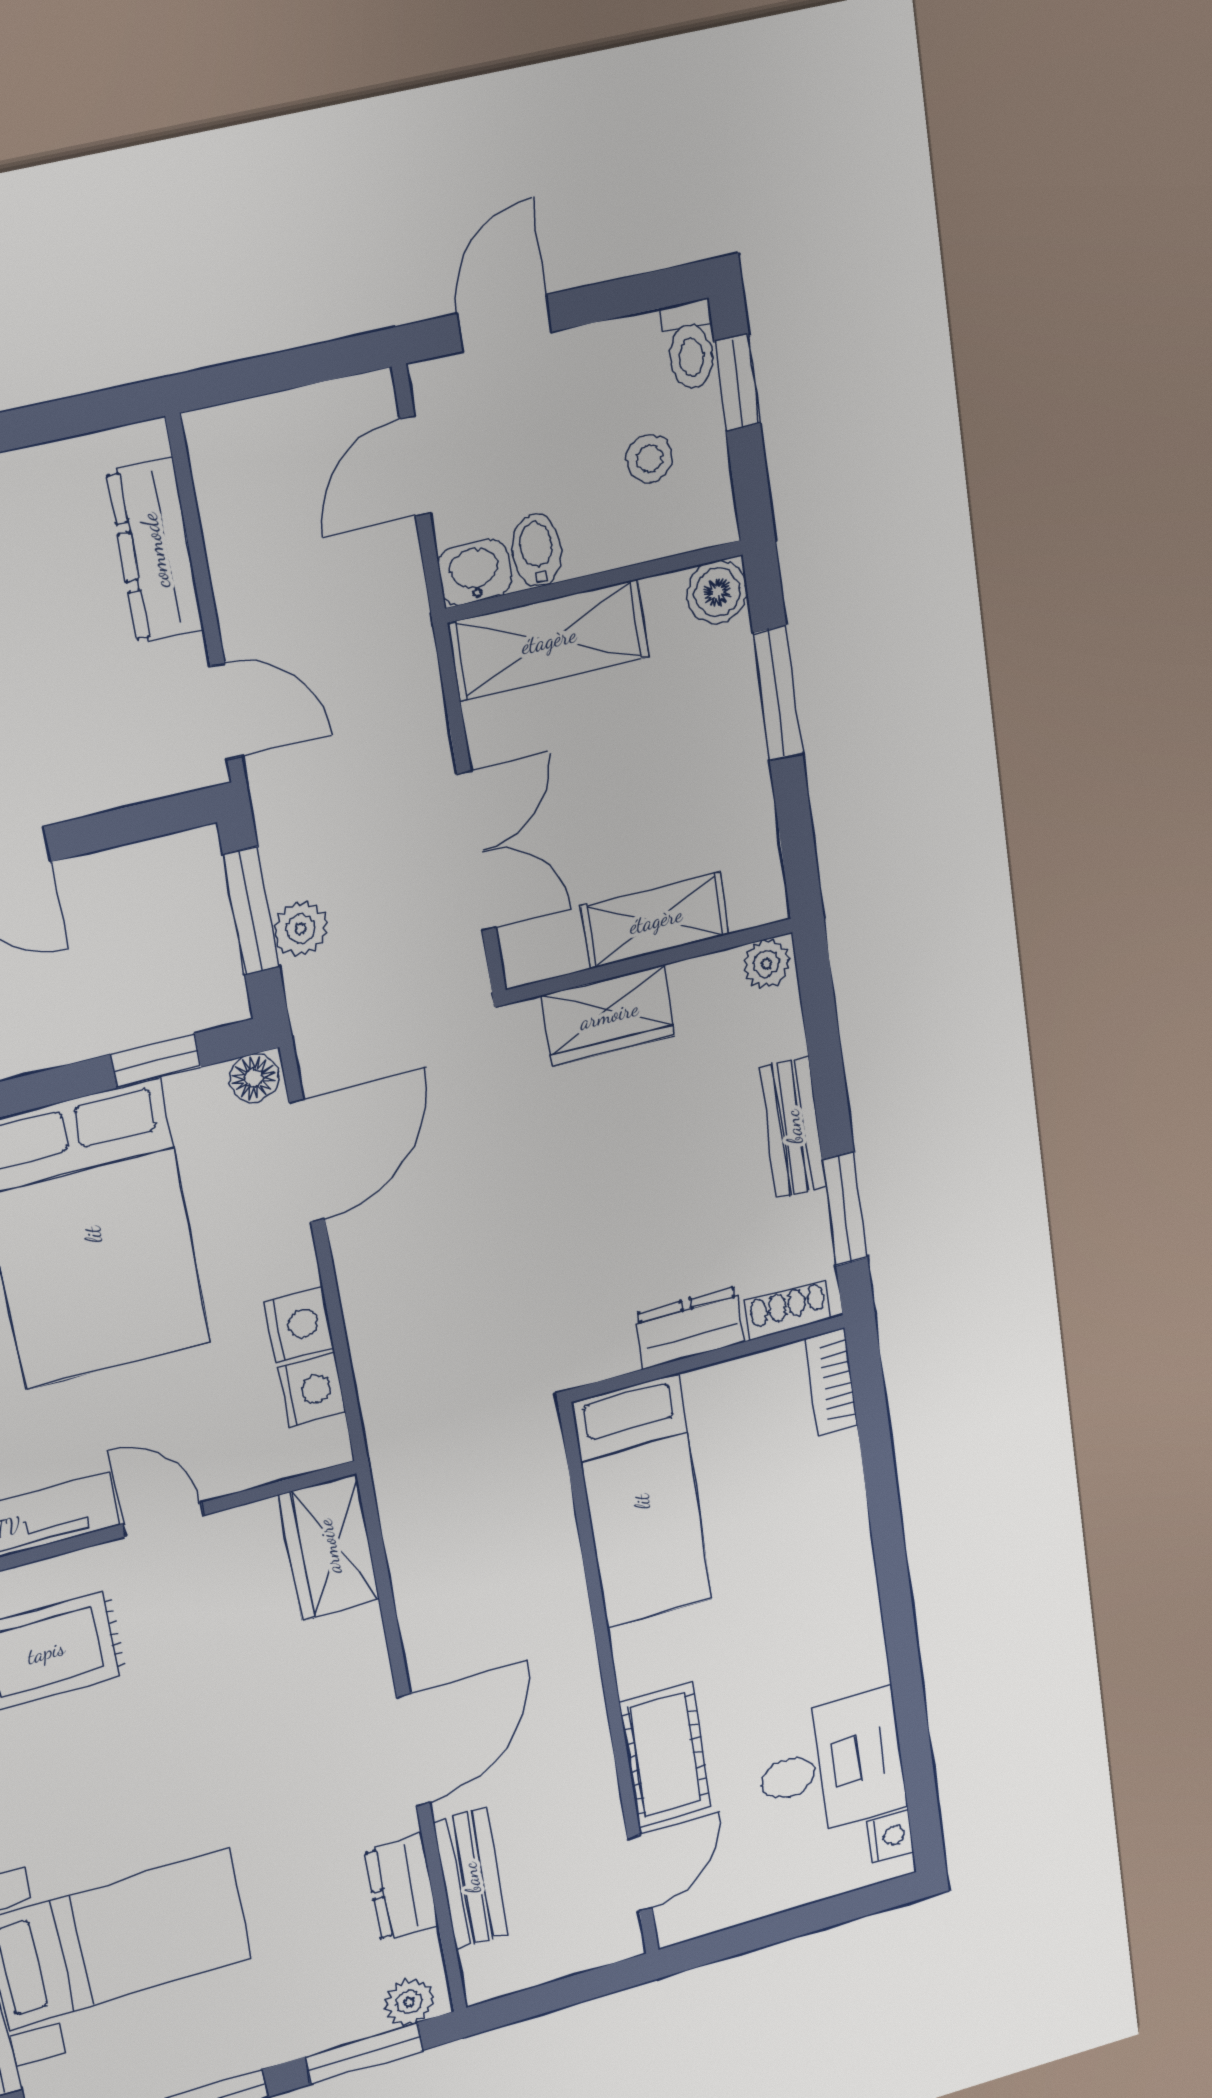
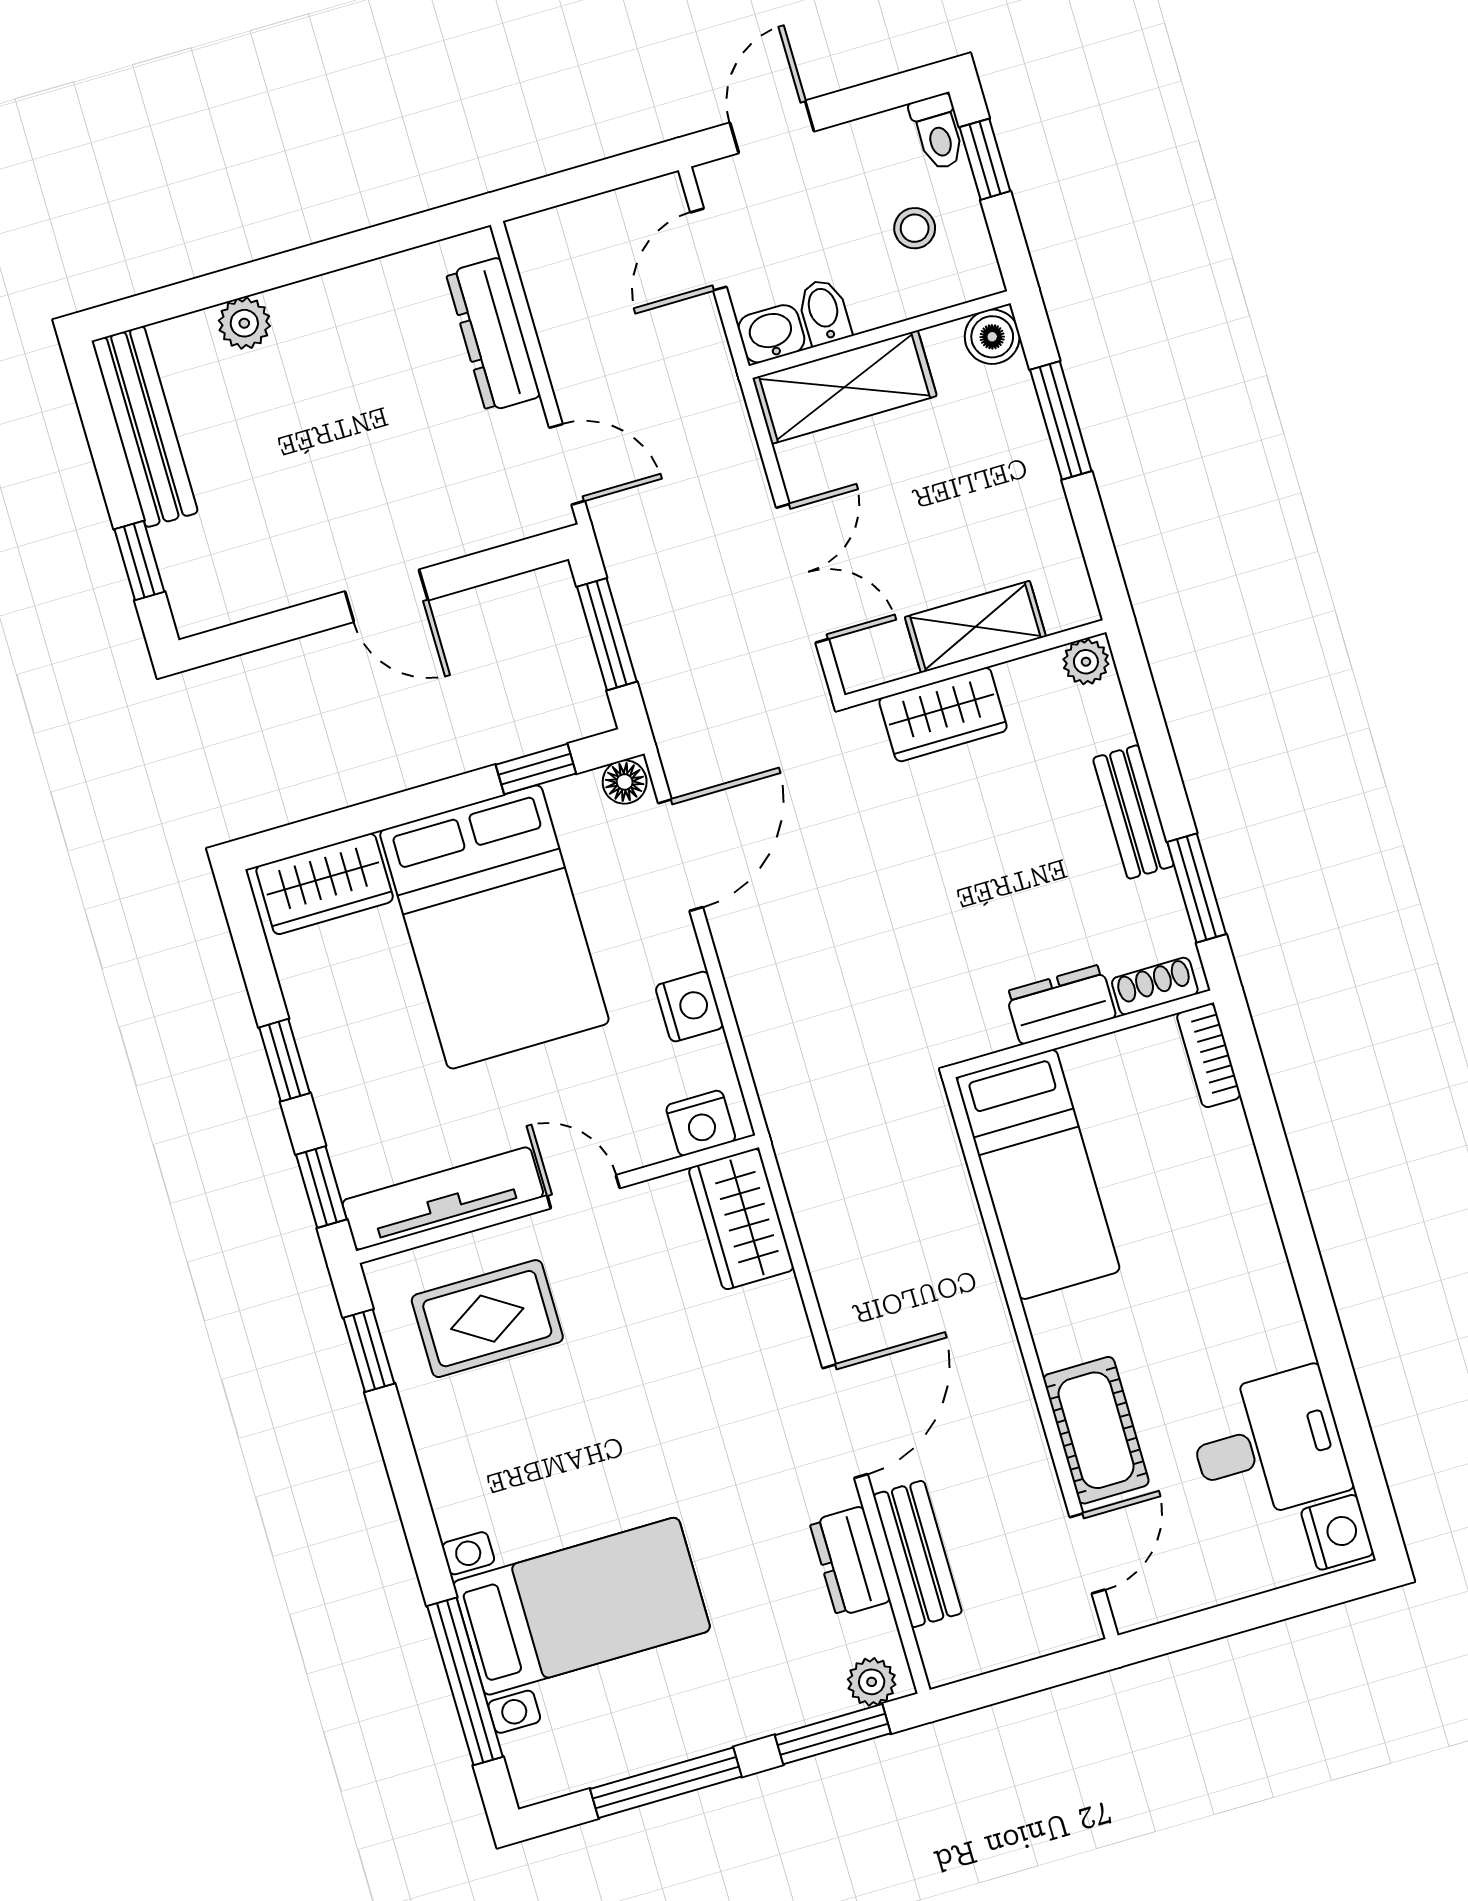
plant: (300, 929) -> (652, 648), removed
nightstand: (311, 1390) -> (701, 1123), moved, turned 90
nightstand: (890, 1837) -> (1337, 1532), width x1.39, depth x1.35

